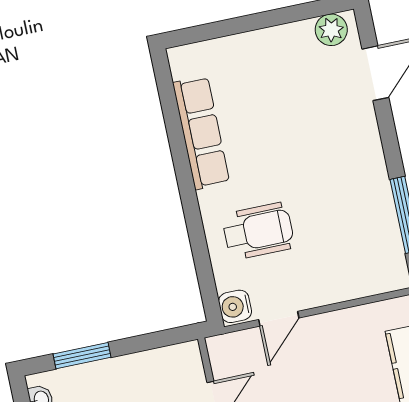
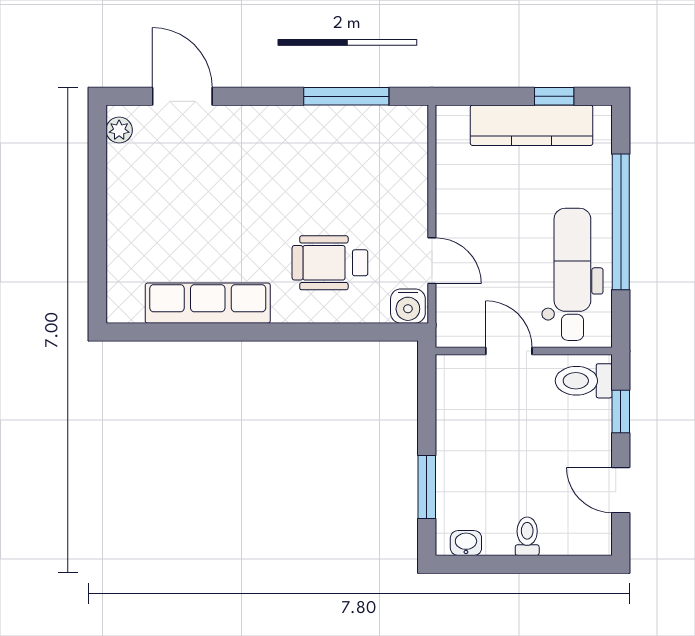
plant: (331, 30) -> (119, 130), width x0.73, depth x0.73
wheelchair: (258, 231) -> (330, 263), turned -90

